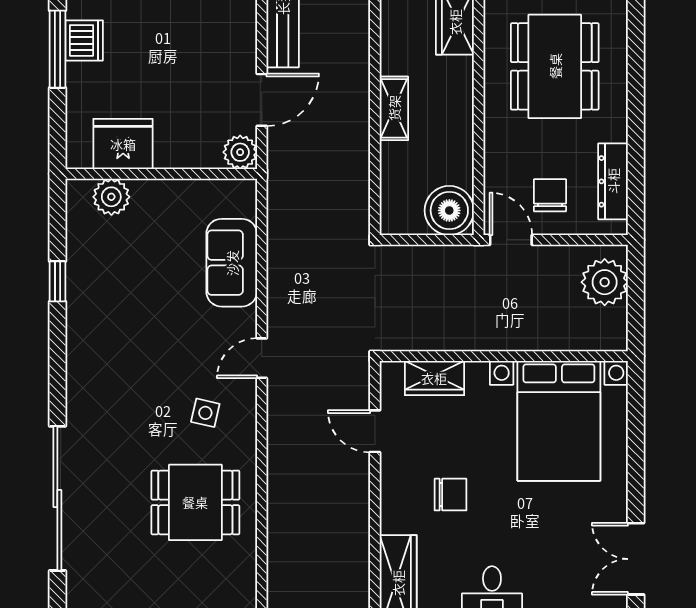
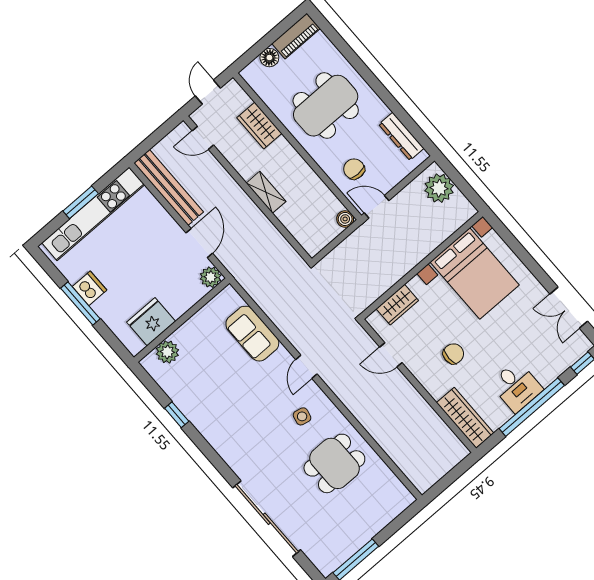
dining table: (555, 66) -> (326, 106), turned 90
chair: (550, 195) -> (354, 169), moved
boiler: (449, 210) -> (345, 219), width x0.54, depth x0.54

